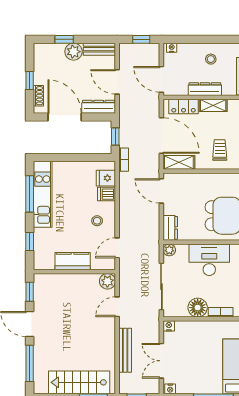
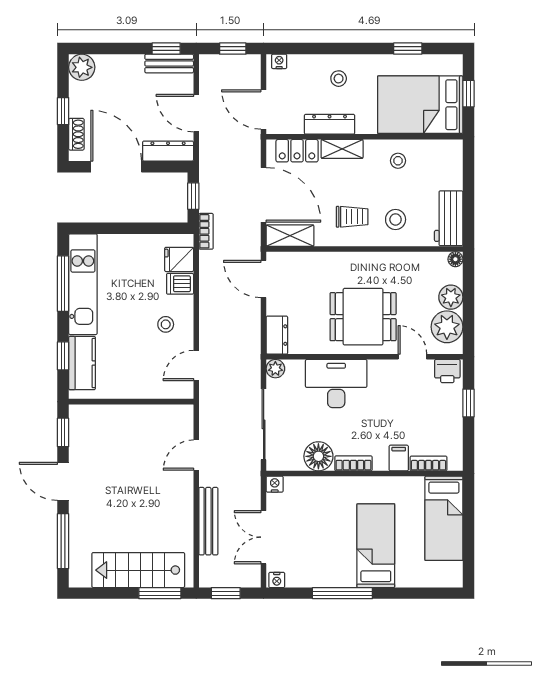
window: (64, 39) -> (166, 49), moved
plant: (74, 52) -> (82, 67), moved
trolley: (220, 150) -> (352, 217), turned 90
kitchen counter: (73, 261) -> (82, 363), moved, turned 90
plant: (107, 281) -> (181, 416), removed

